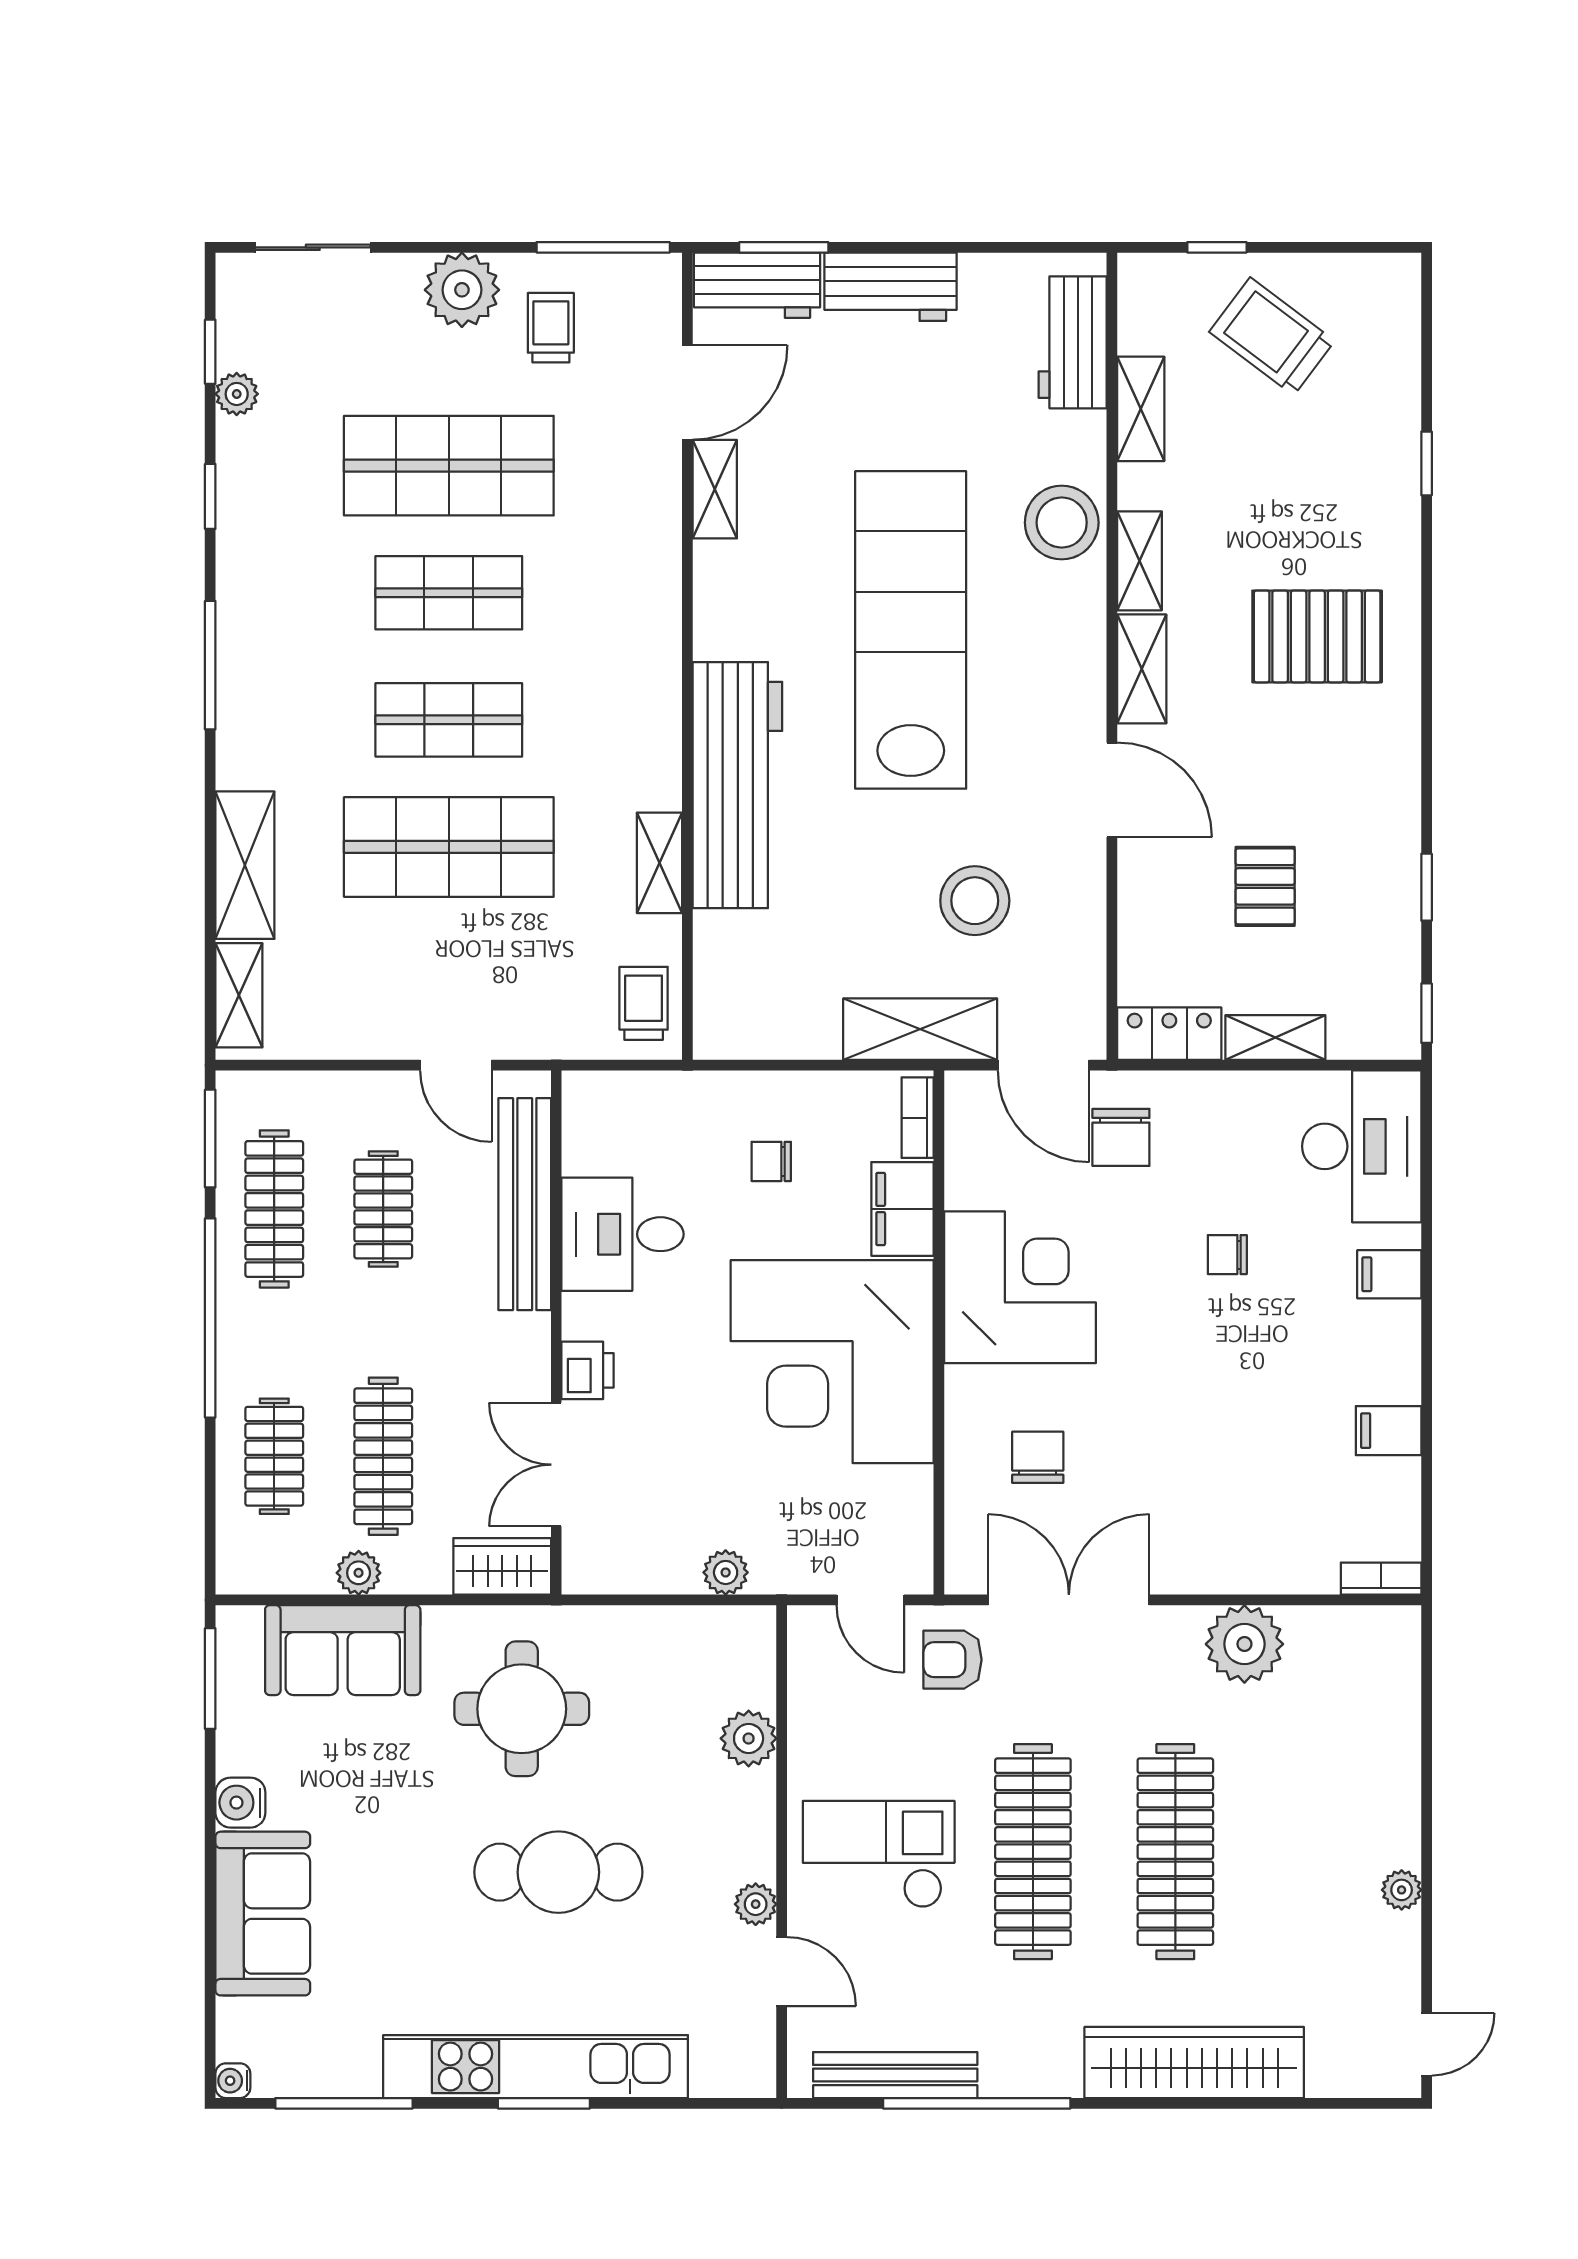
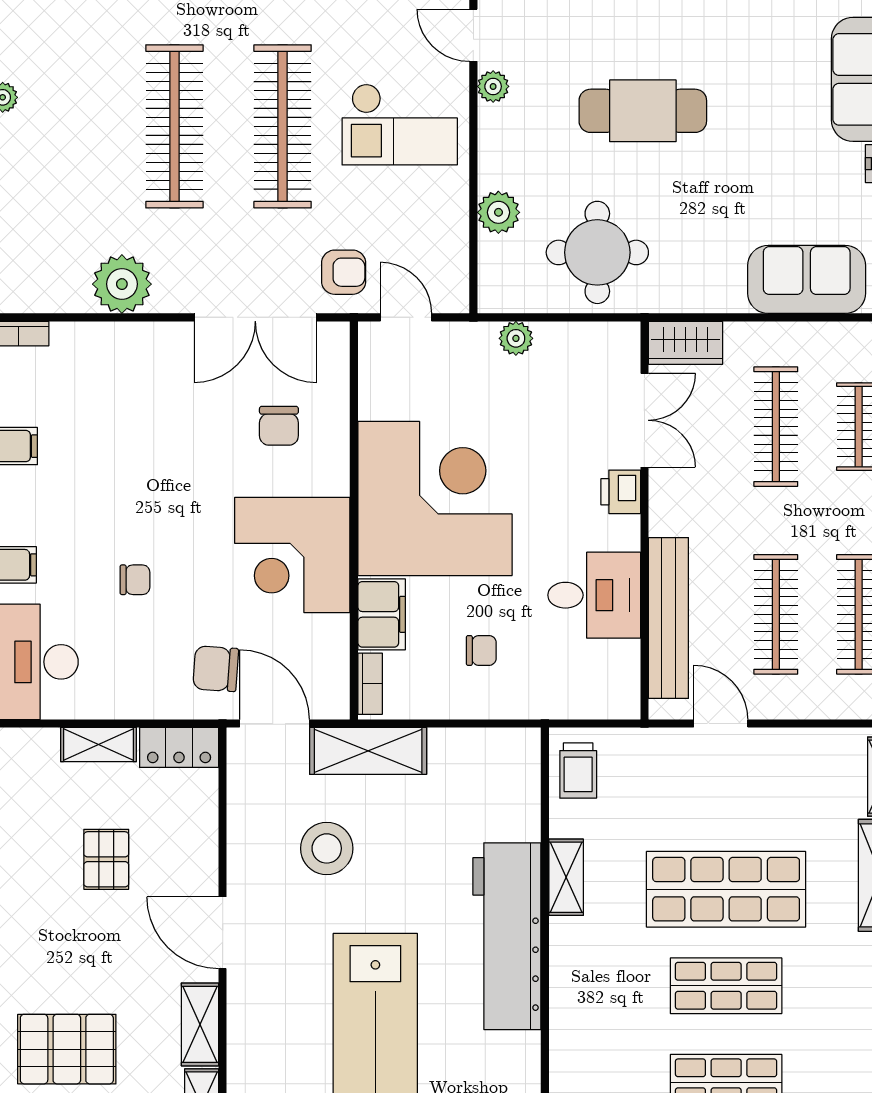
chair: (1121, 1137) -> (216, 669), turned -86
clothes rail: (383, 1209) -> (776, 614), width x1.36
plant: (359, 1573) -> (795, 338), removed
round table: (522, 1709) -> (597, 252), moved

